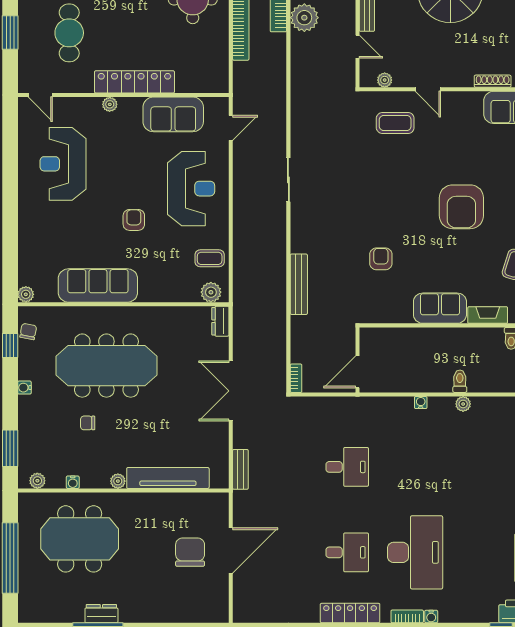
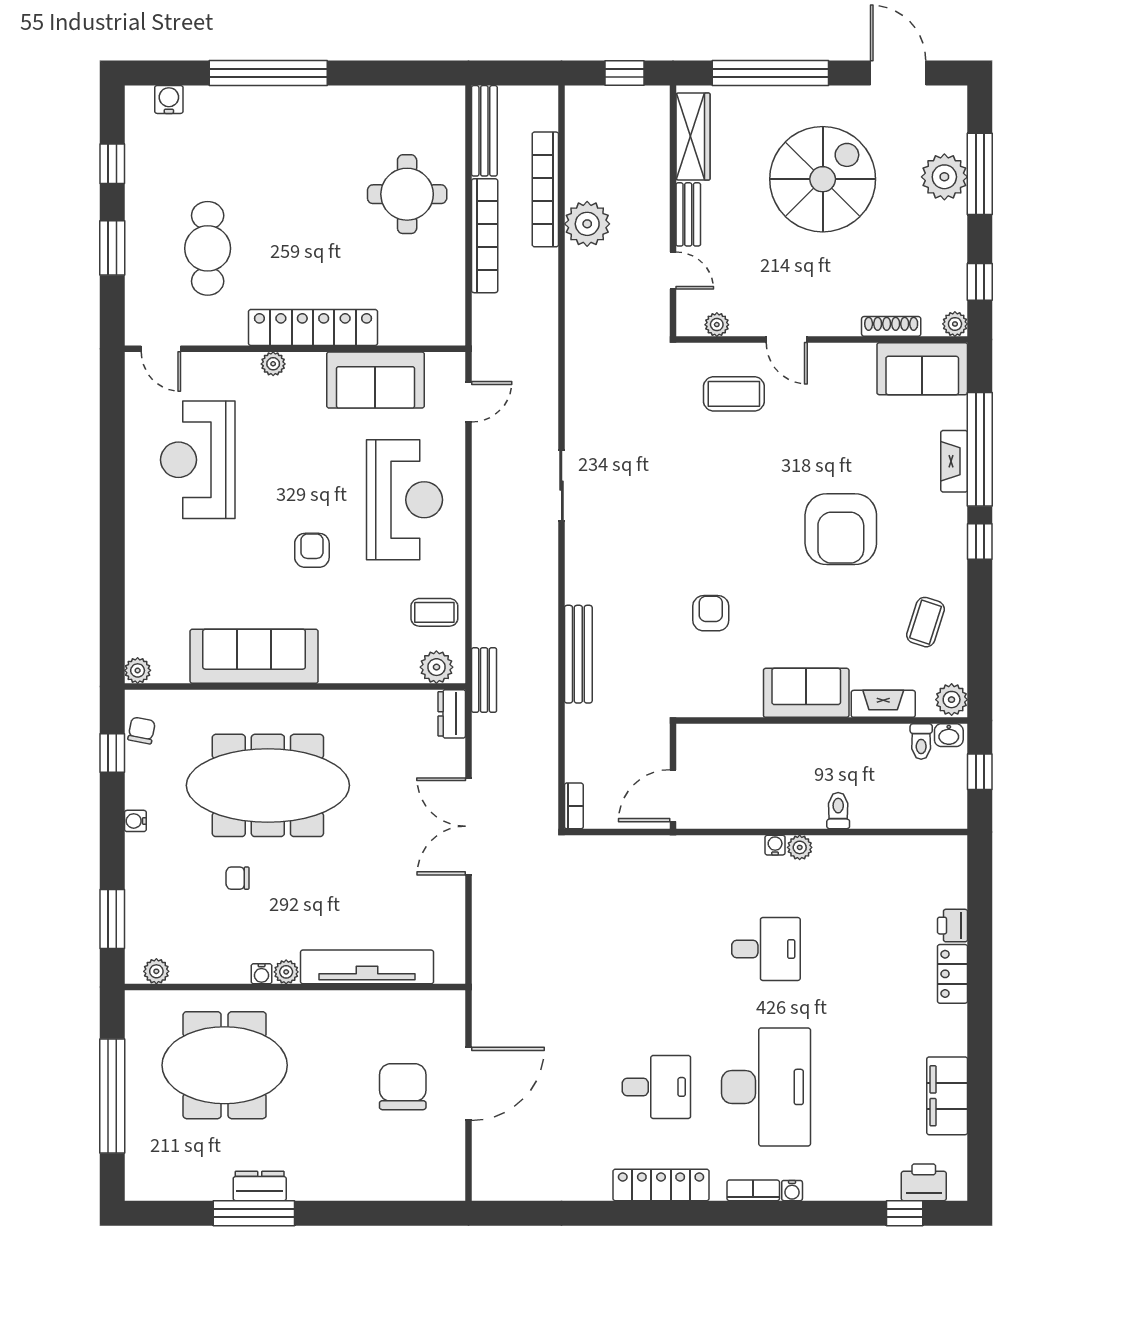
plant: (463, 404) -> (800, 847), moved
desk: (347, 467) -> (766, 949), moved
bench: (240, 469) -> (484, 680), moved
water cooler: (73, 482) -> (262, 974), moved

